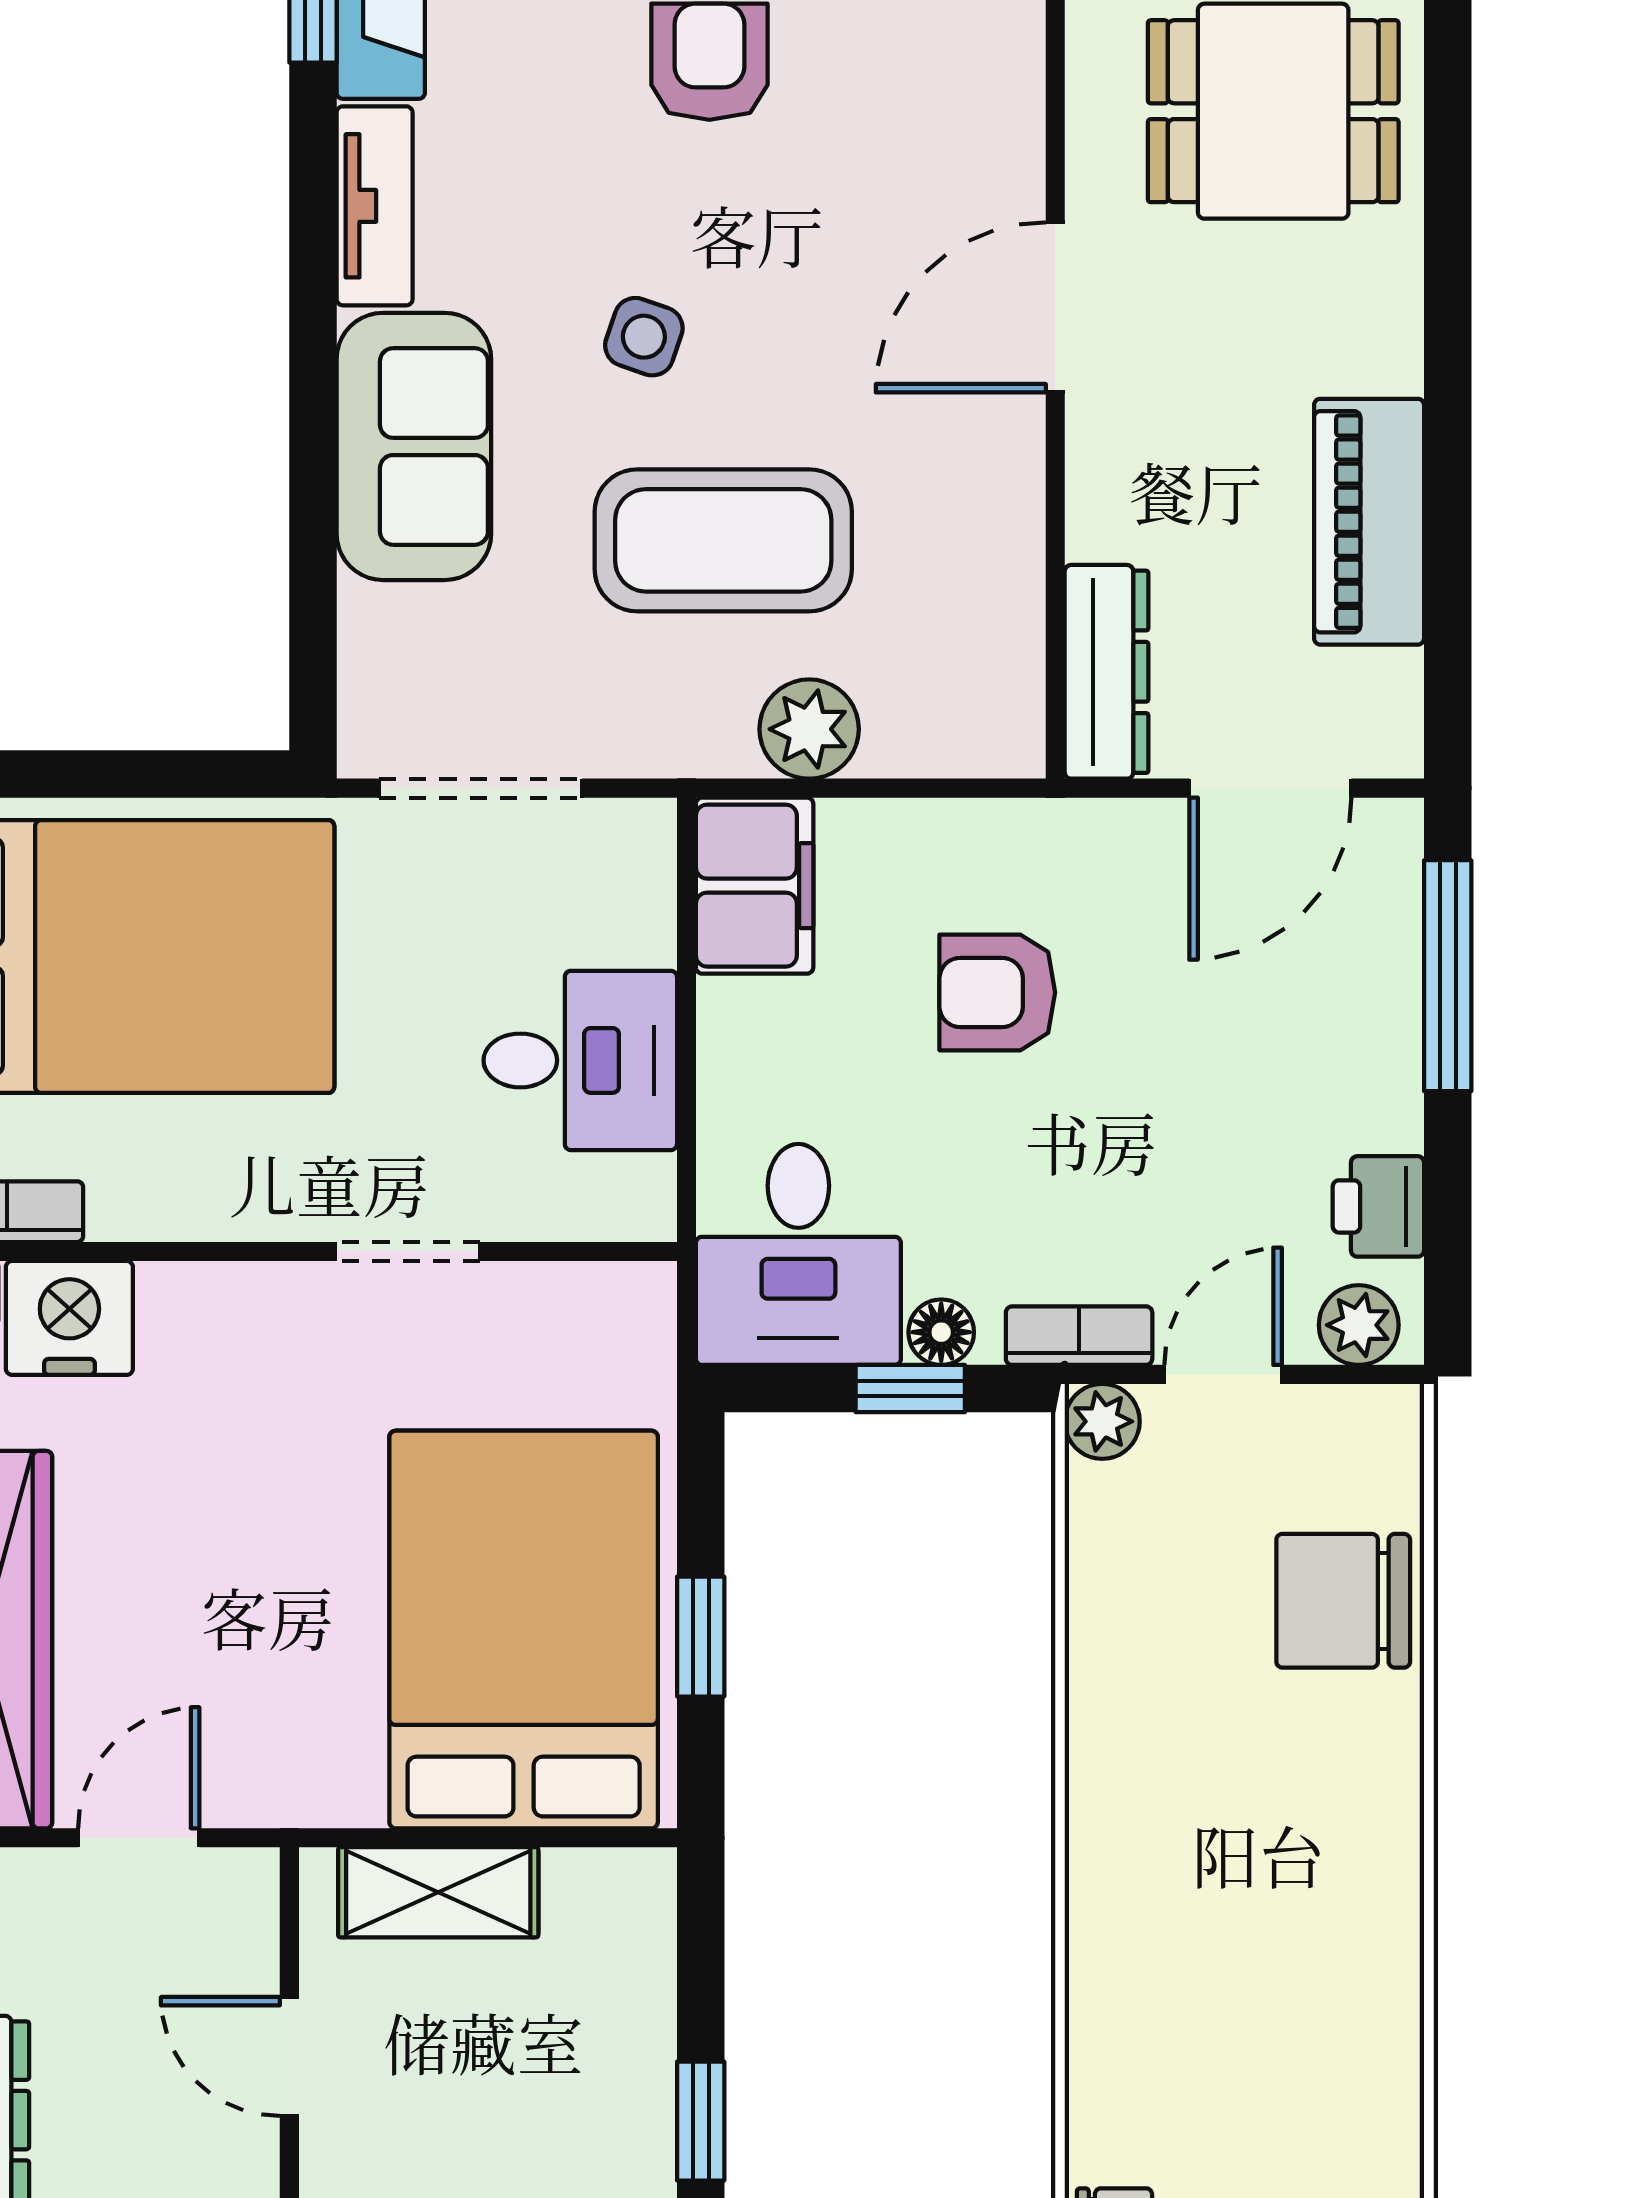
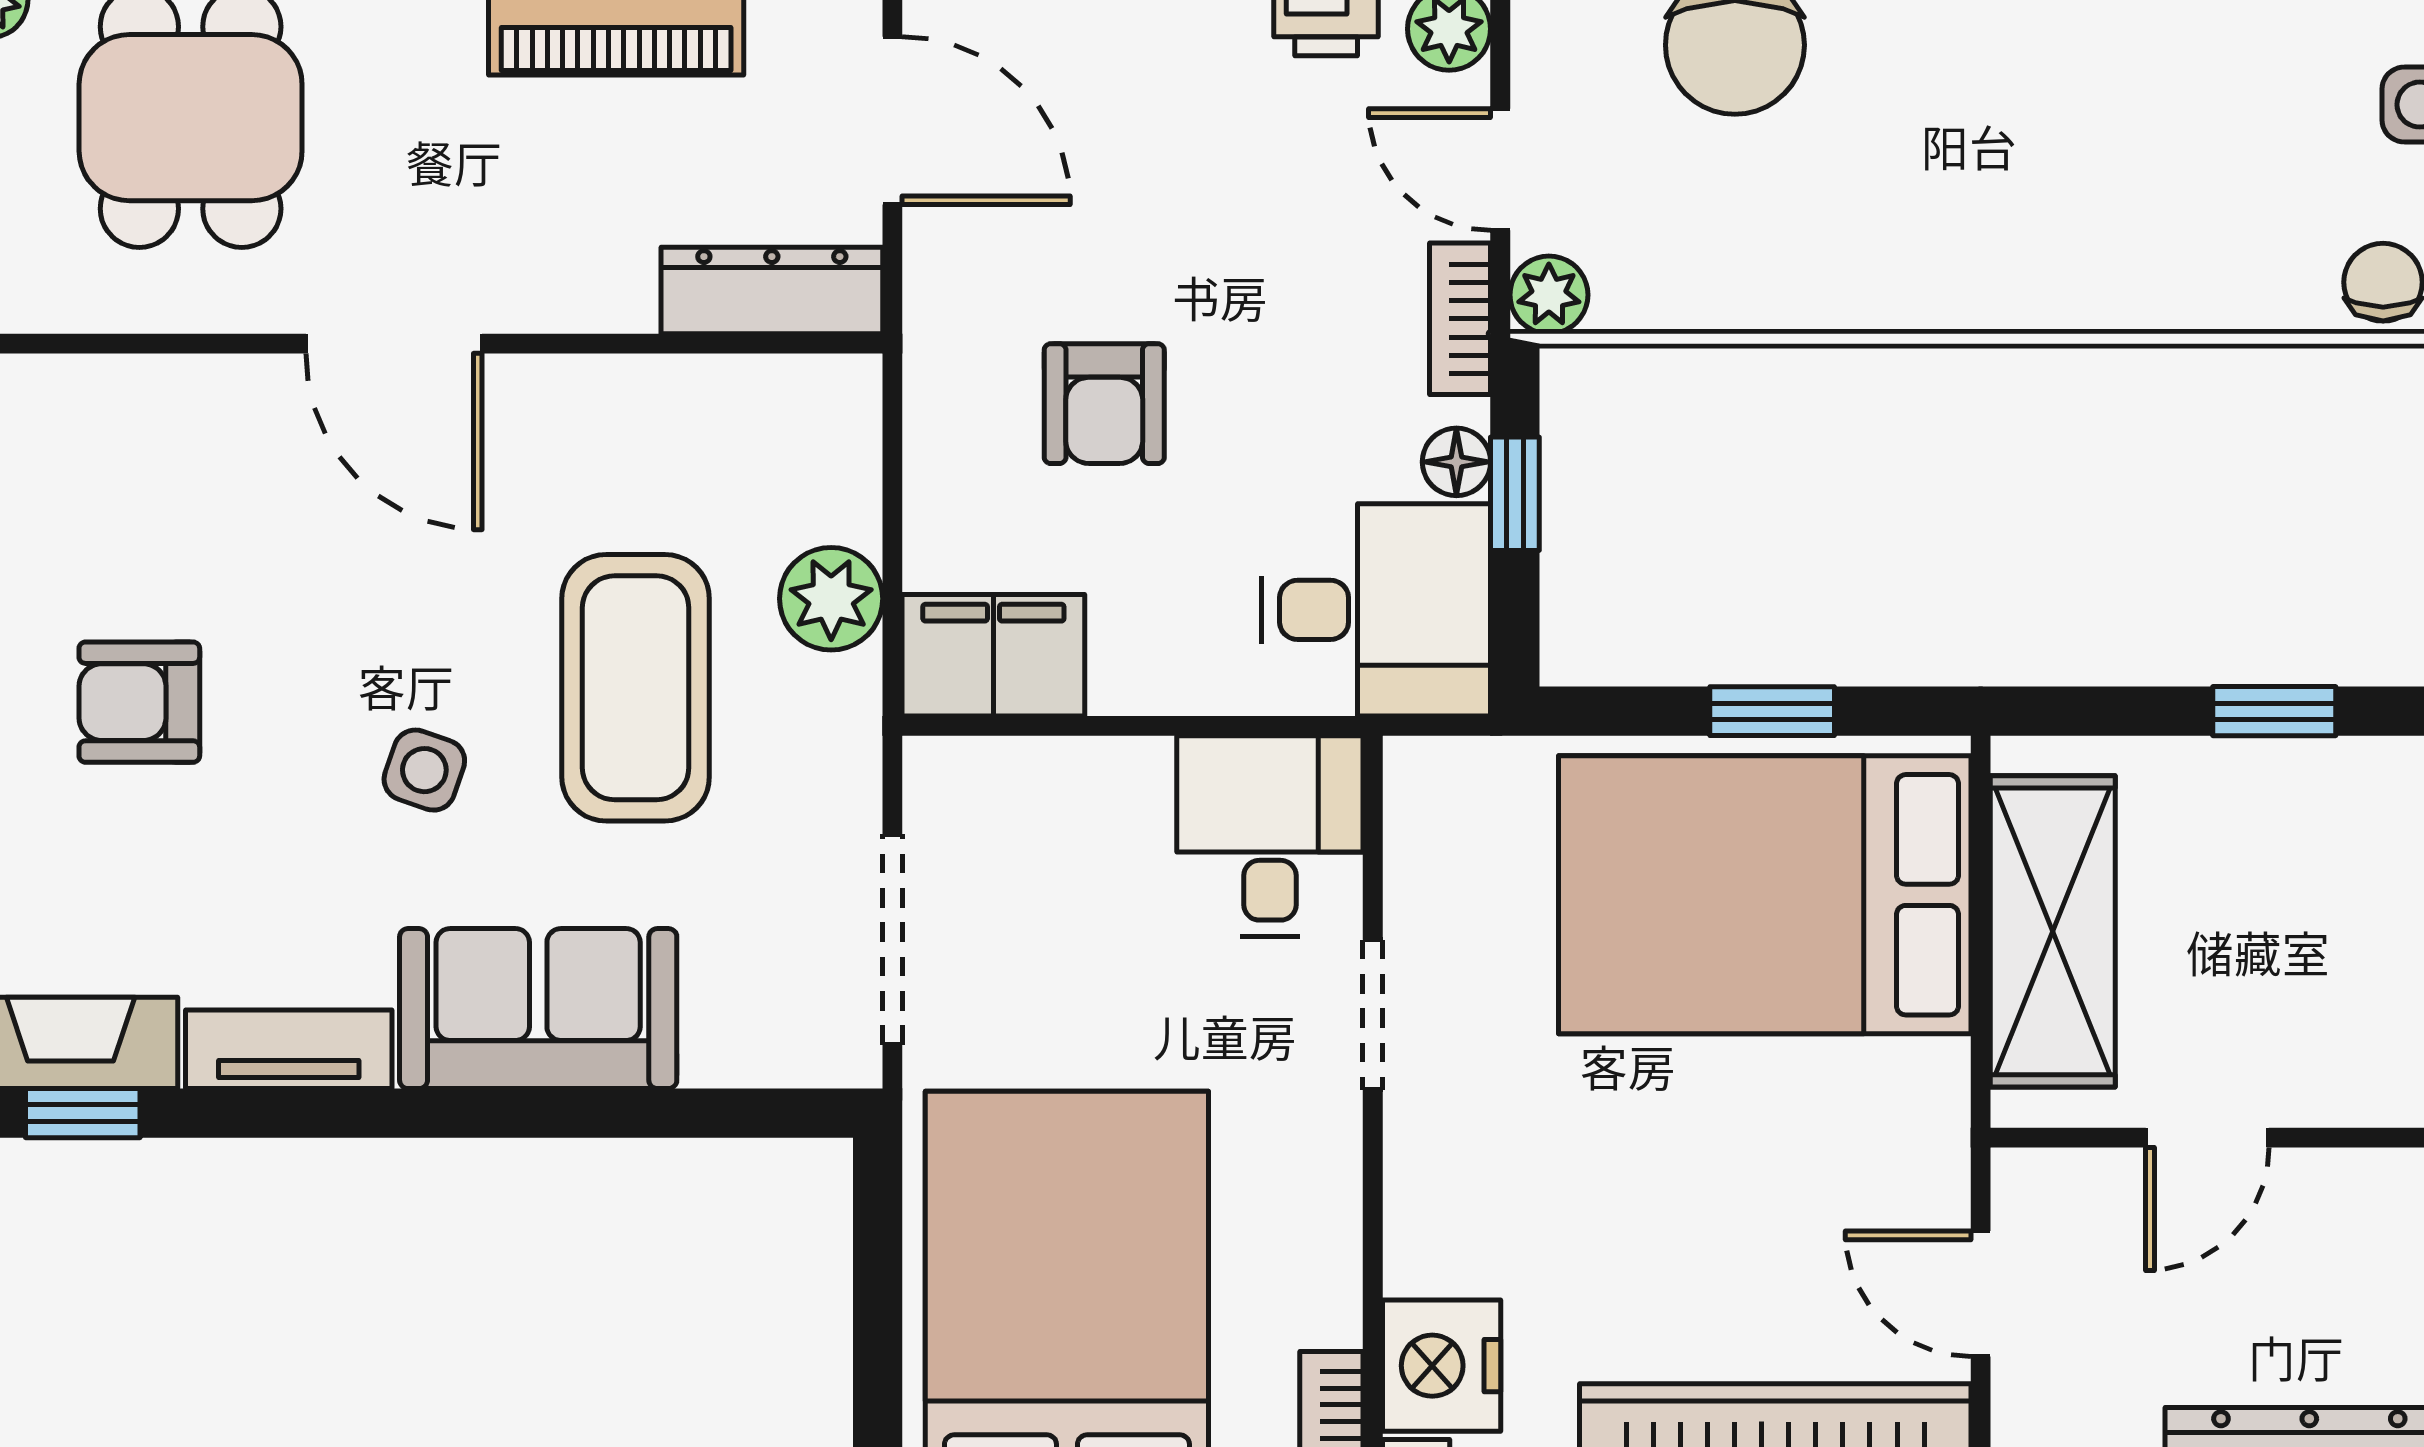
desk: (580, 1060) -> (1270, 836), moved
shelving: (438, 1892) -> (2053, 931), width x1.50, depth x1.33

